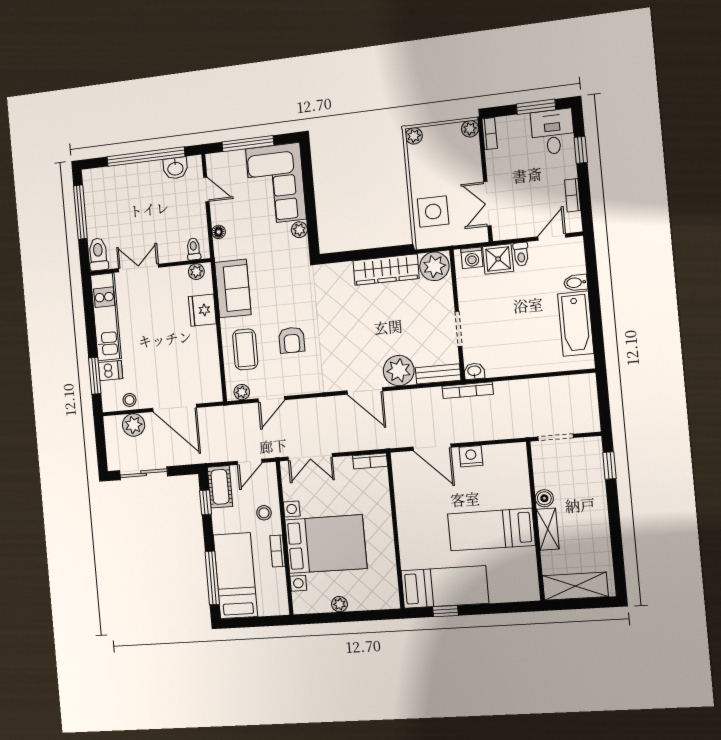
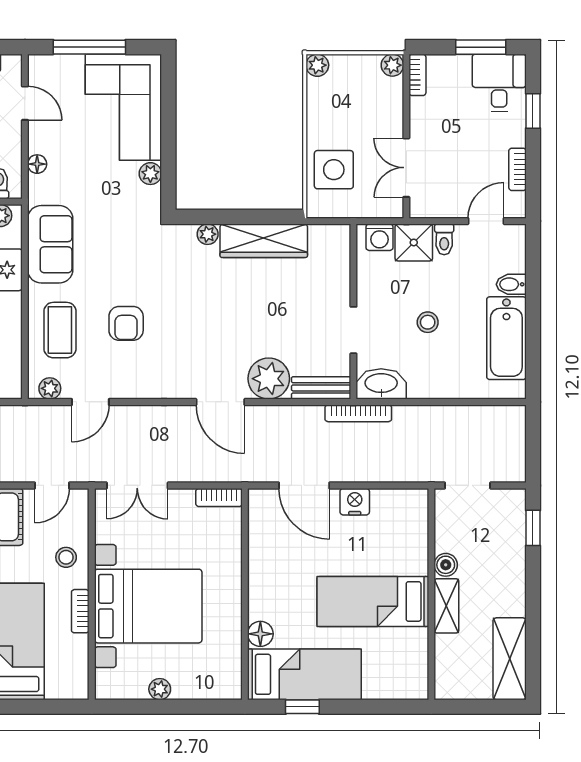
plant: (434, 266) -> (208, 234), moved, width x0.53, depth x0.53
stool: (514, 317) -> (428, 322), added
washbasin: (474, 371) -> (381, 384), width x1.91, depth x1.45
floor lamp: (409, 559) -> (260, 634), added
shelving: (575, 586) -> (510, 659), moved, turned 90

